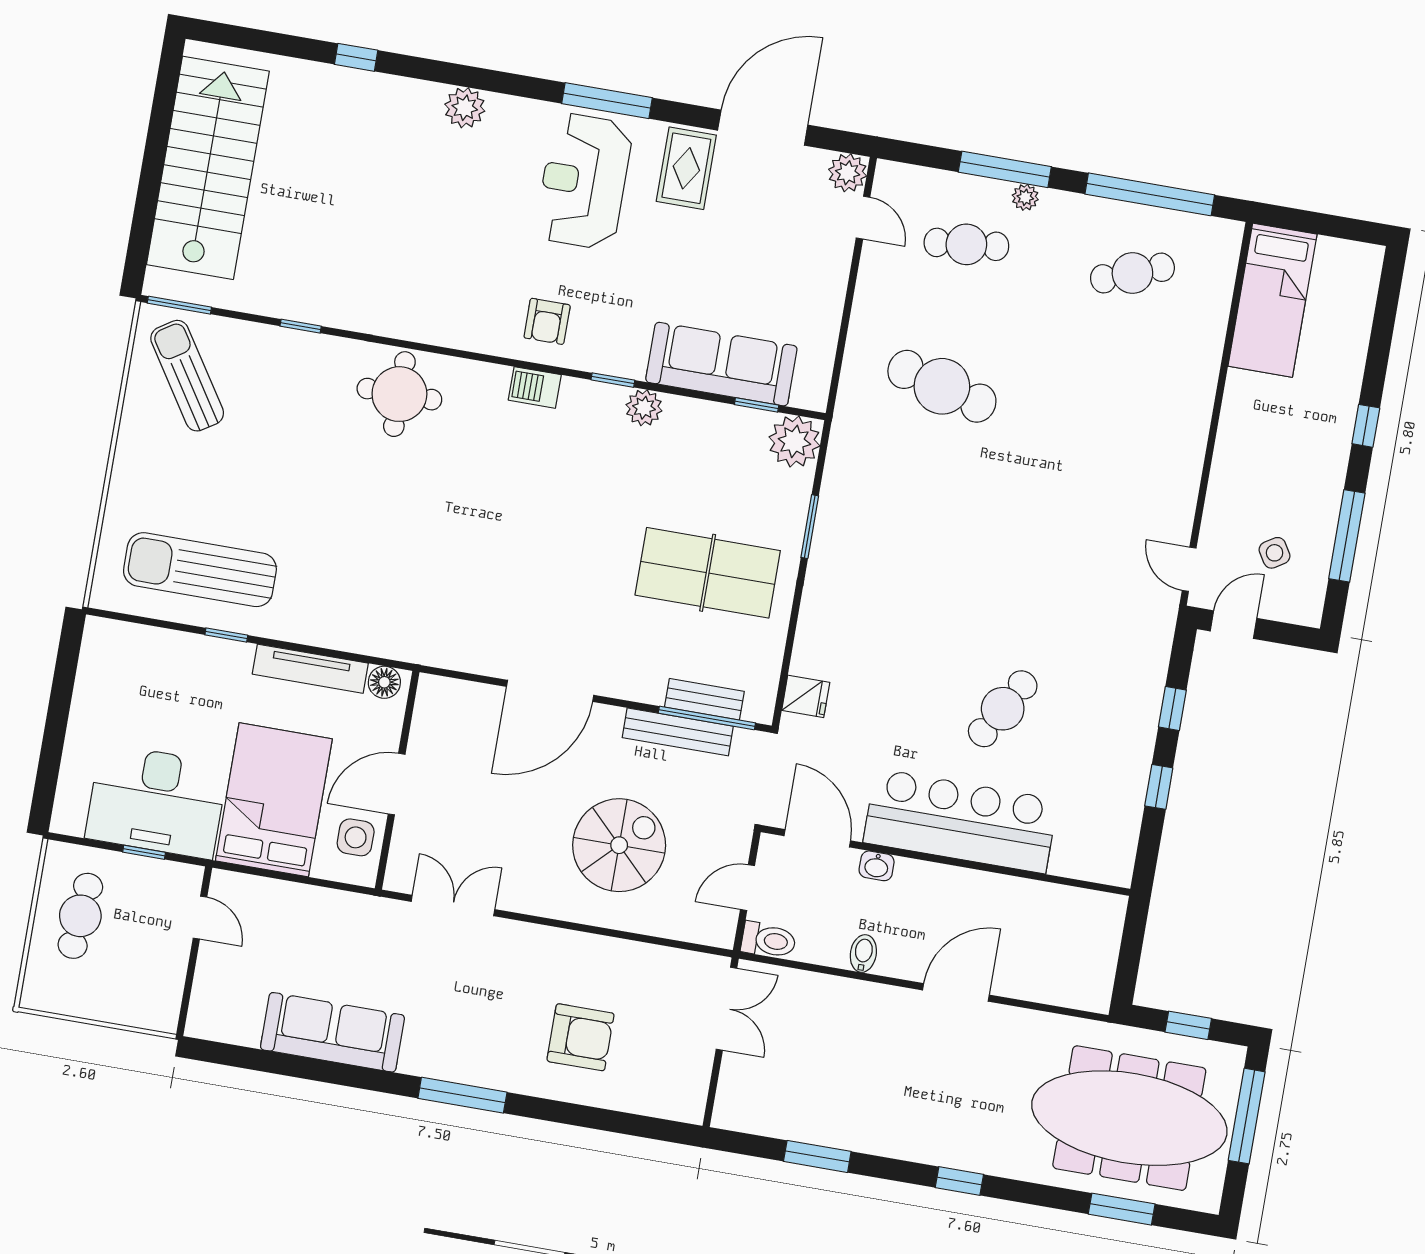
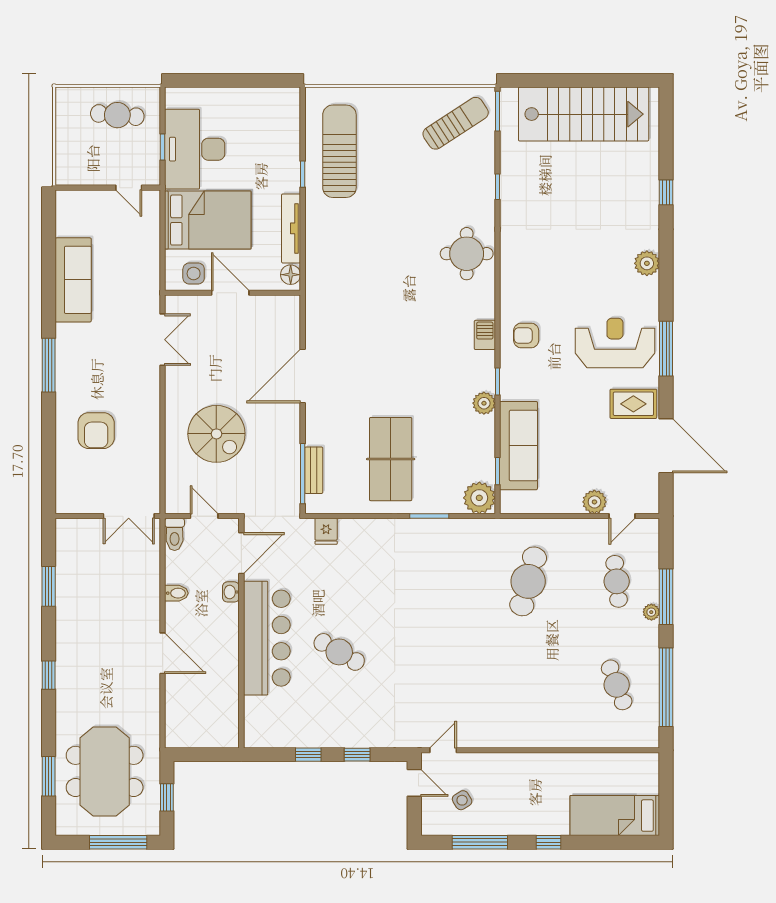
plant: (848, 173) -> (594, 502), moved
bed: (1272, 300) -> (615, 816), moved
door: (550, 691) -> (303, 376), hinge flipped
bench: (678, 732) -> (291, 458), removed
door: (200, 918) -> (129, 188), hinge flipped
meeting table: (1129, 1118) -> (105, 771), width x0.73

